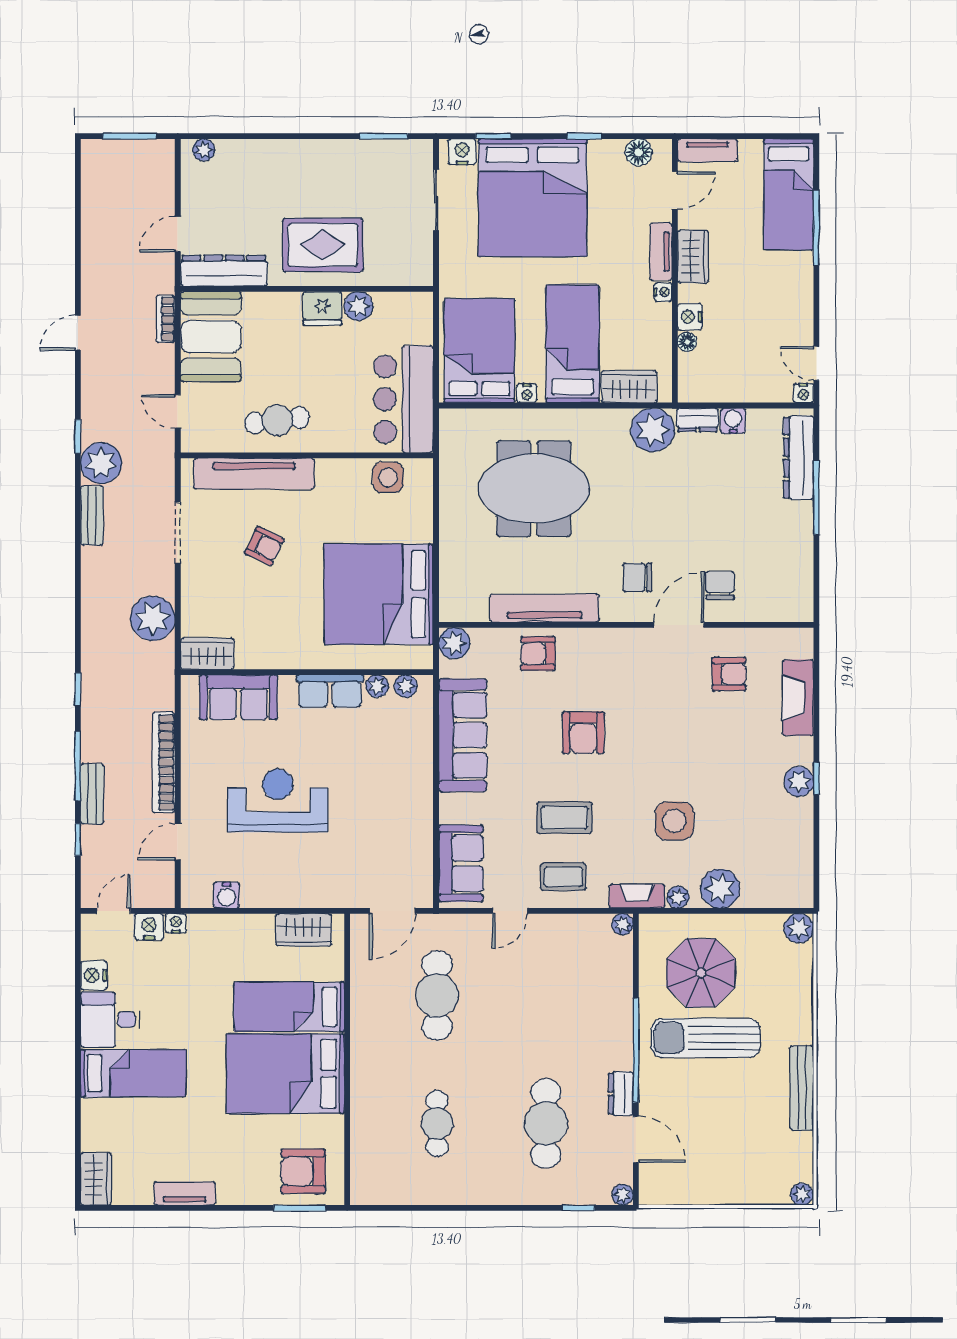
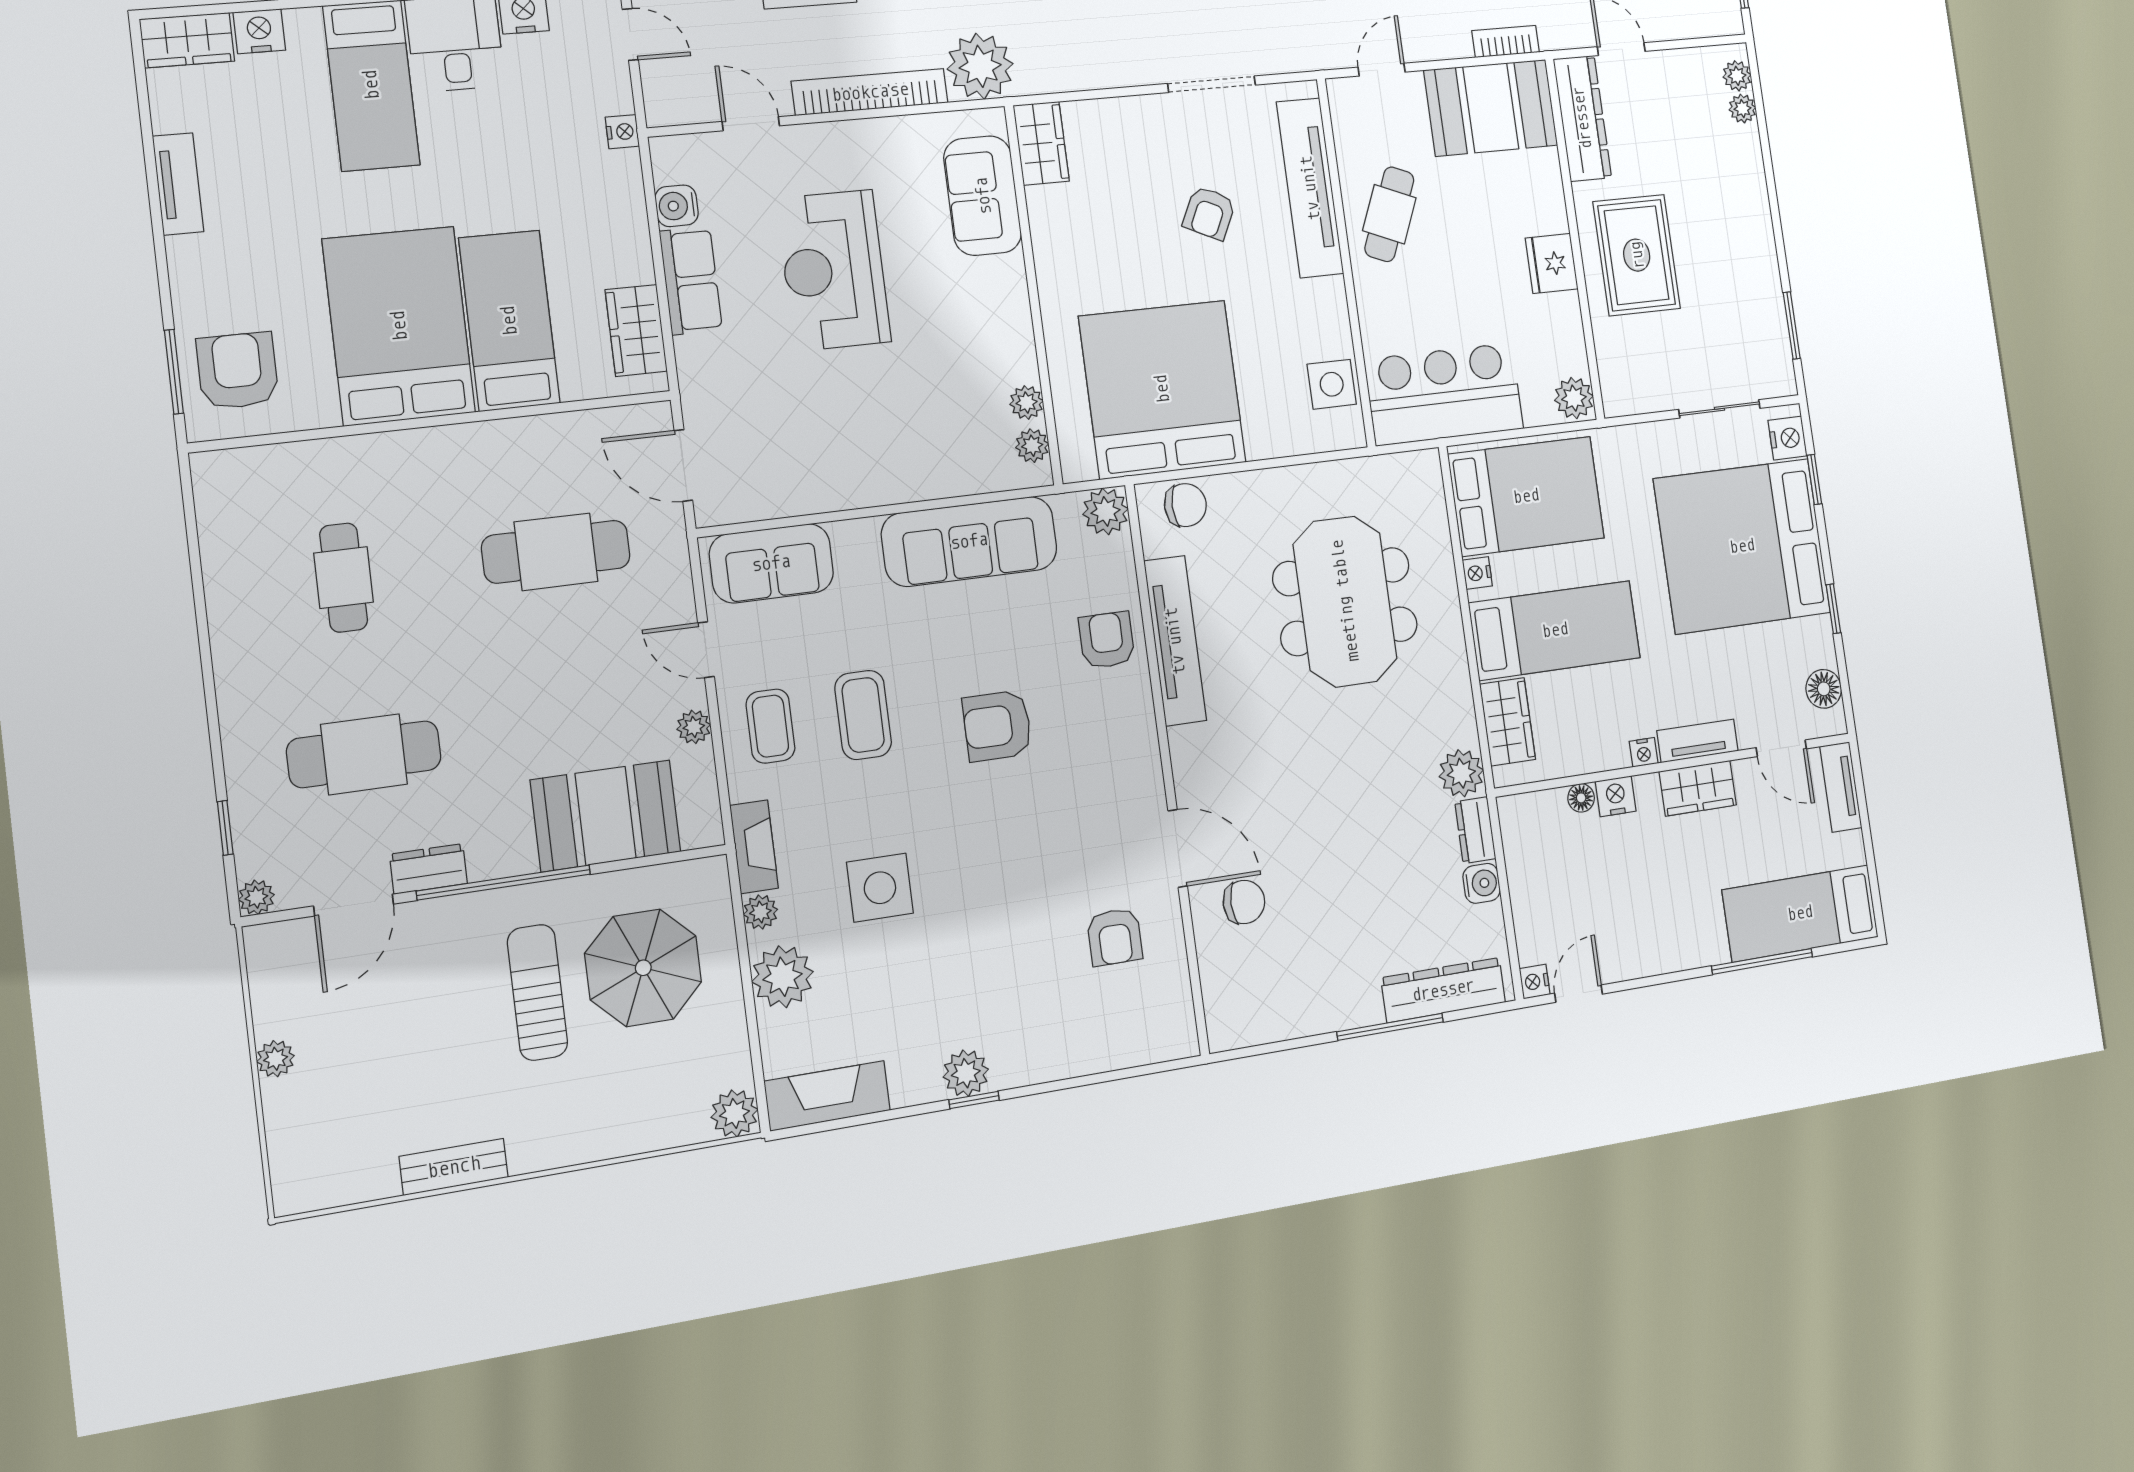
plant: (227, 149) -> (1743, 109), added
plant: (358, 306) -> (1574, 398), moved
cafe table: (277, 420) -> (1389, 214), turned 30
plant: (653, 430) -> (1461, 773), width x0.73, depth x0.73
chair: (637, 577) -> (1185, 505), moved, turned 90
plant: (153, 618) -> (980, 66), moved
row of seats: (330, 691) -> (691, 281), moved, turned 180
fireplace: (798, 698) -> (827, 1096), moved
reception desk: (278, 801) -> (834, 270), turned 180
plant: (622, 924) -> (694, 727), moved
nightstand: (149, 927) -> (259, 31), moved, turned -90
booth: (604, 985) -> (606, 816), added
sun lounger: (706, 1038) -> (537, 992), width x0.73, depth x0.75
bench: (802, 1088) -> (454, 1167), width x0.73
cafe table: (437, 1123) -> (344, 578), turned 90
plant: (802, 1194) -> (275, 1059), moved

